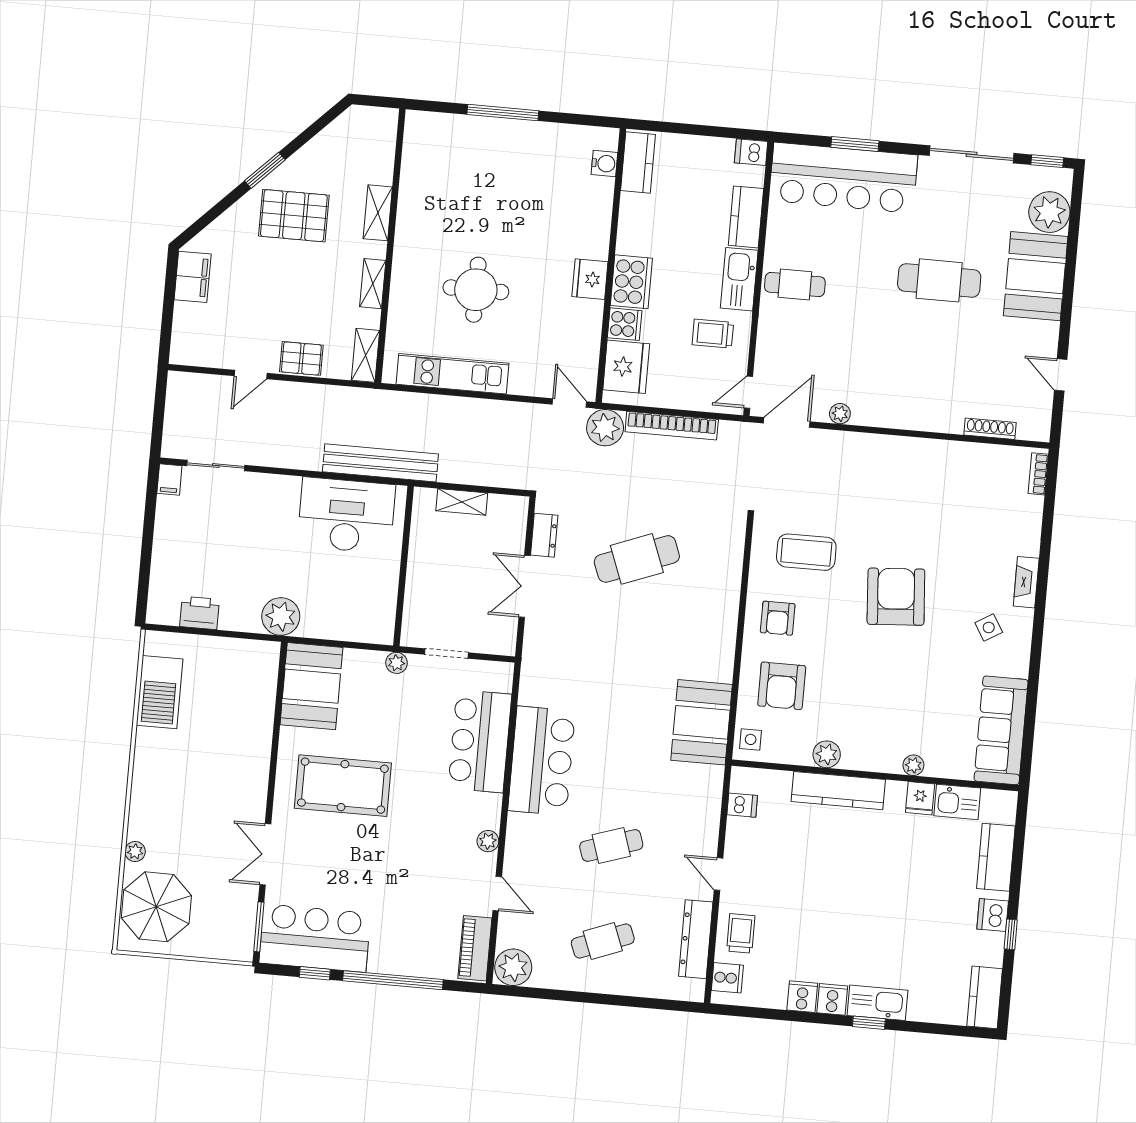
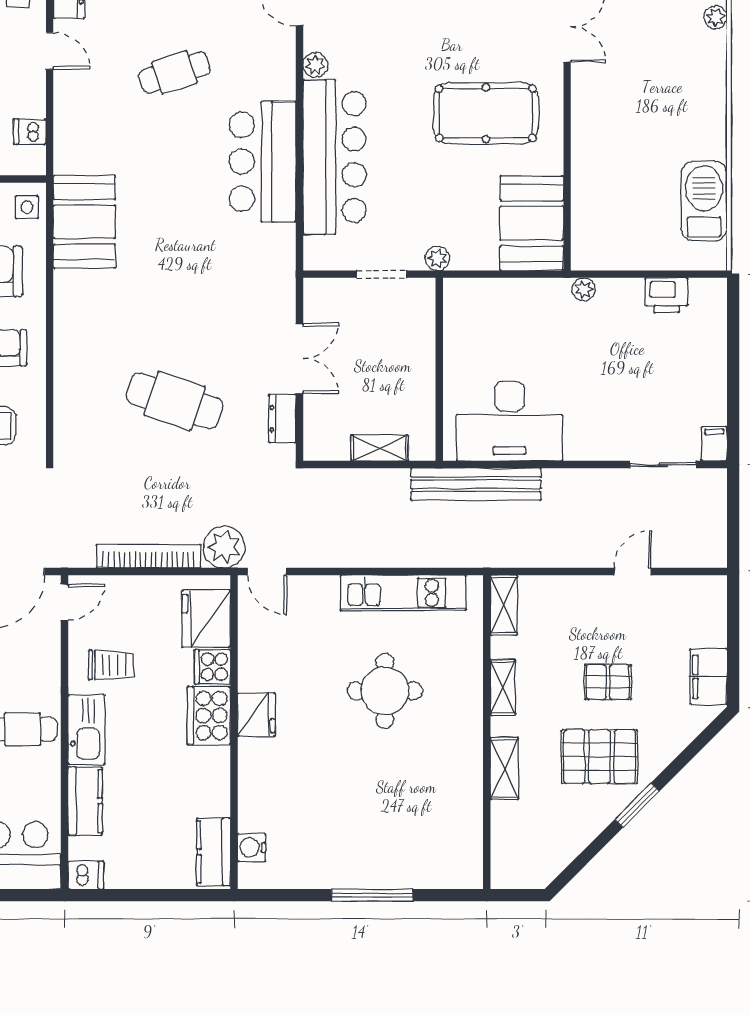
pallet: (301, 358) -> (608, 682), moved
cafe table: (637, 559) -> (175, 401), turned 39
plant: (281, 617) -> (584, 289), width x0.53, depth x0.53
bar counter: (480, 741) -> (335, 157), width x1.36

